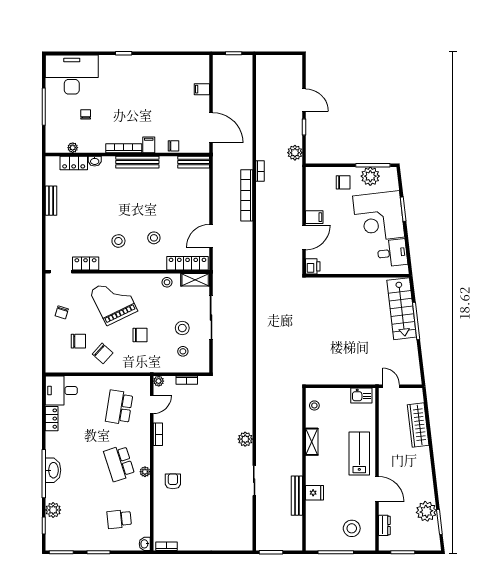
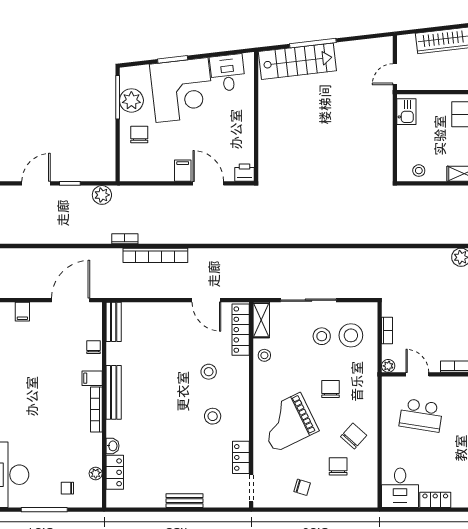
chair: (86, 114) -> (67, 488), moved
bench: (51, 201) -> (185, 501), moved
stool: (183, 351) -> (351, 335), width x1.89, depth x1.89

